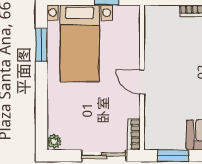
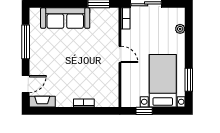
plant: (54, 141) -> (180, 29), moved

